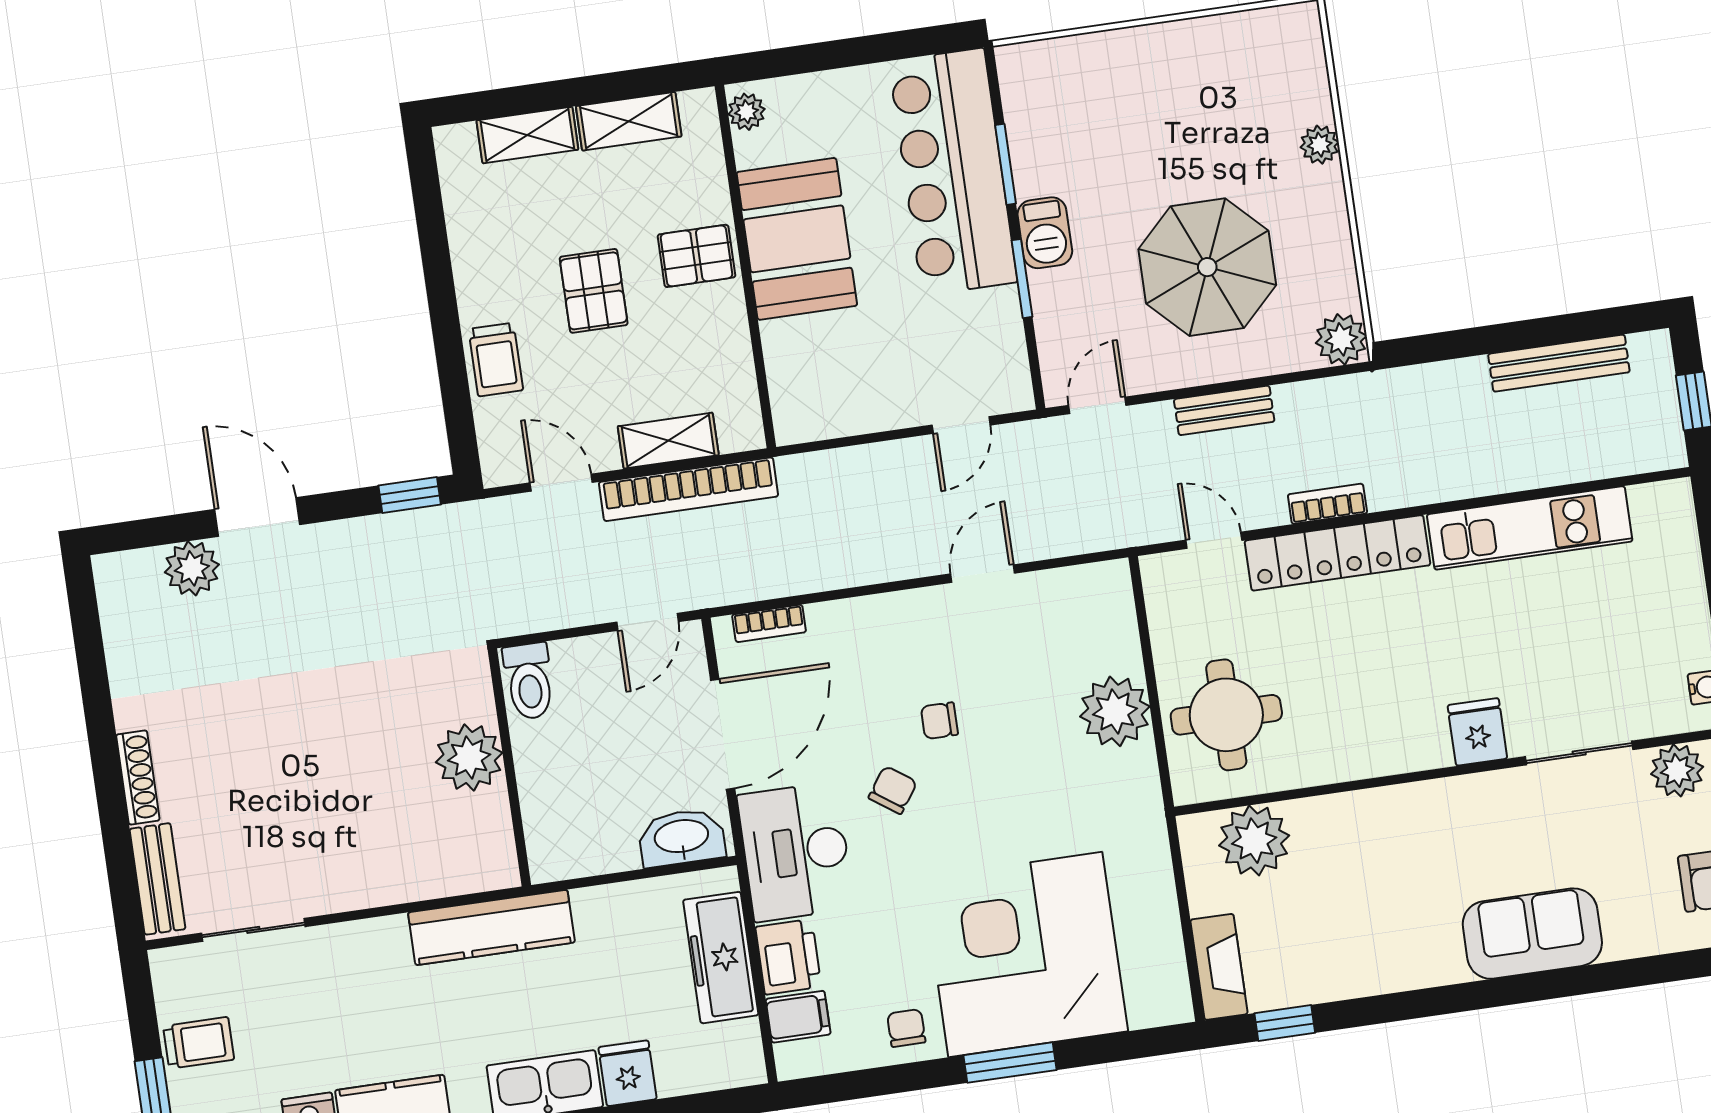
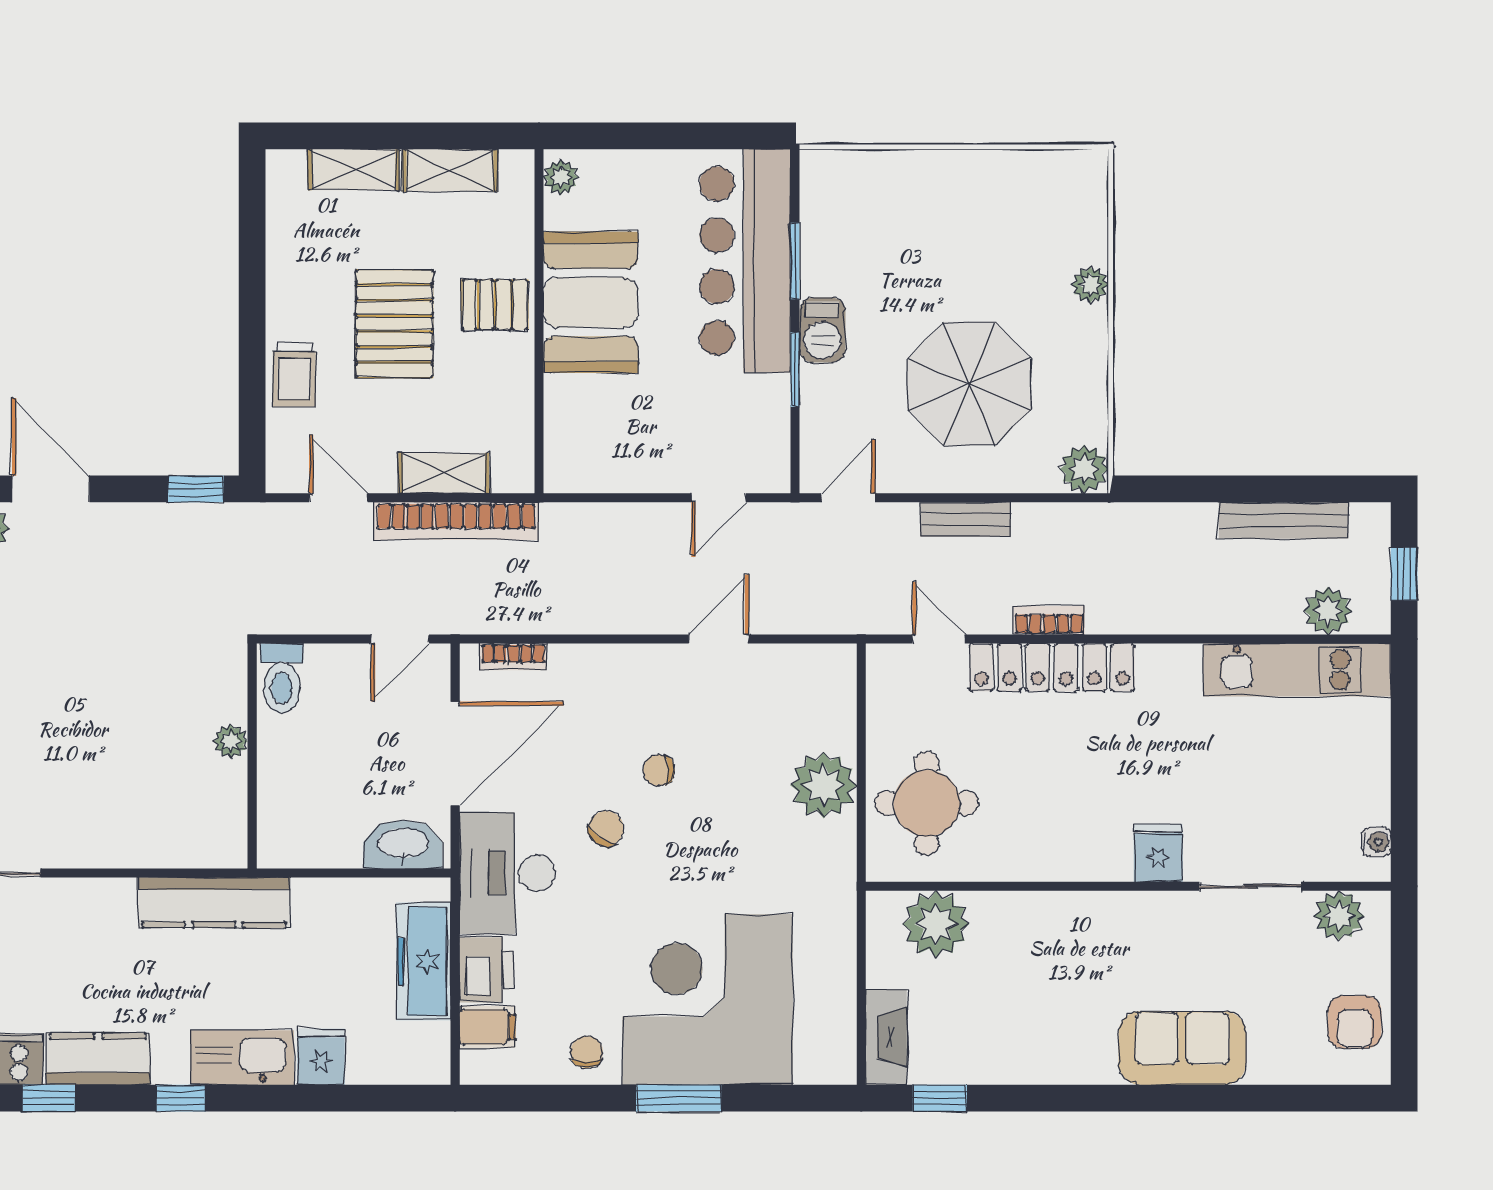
pallet: (594, 291) -> (394, 324), width x1.50, depth x1.42
plant: (1619, 451) -> (1328, 611), added
kitchen unit: (1530, 528) -> (1297, 670), moved
plant: (469, 757) -> (231, 741), width x0.53, depth x0.53

